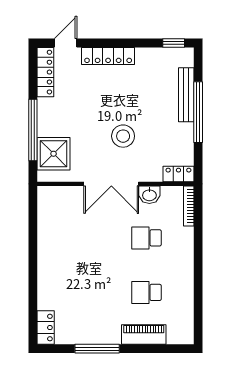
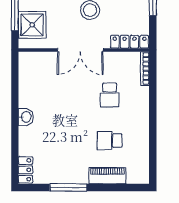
locker: (178, 174) -> (130, 42), width x1.53
washbasin: (149, 195) -> (26, 117), moved, turned -90
school desk: (147, 238) -> (110, 95), turned -90

